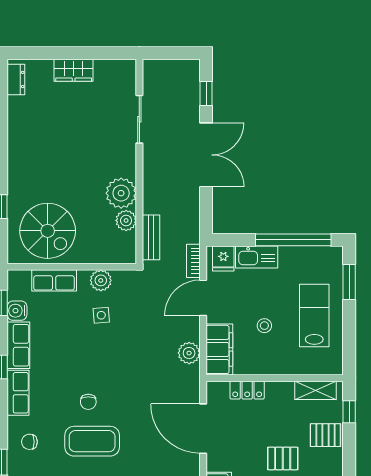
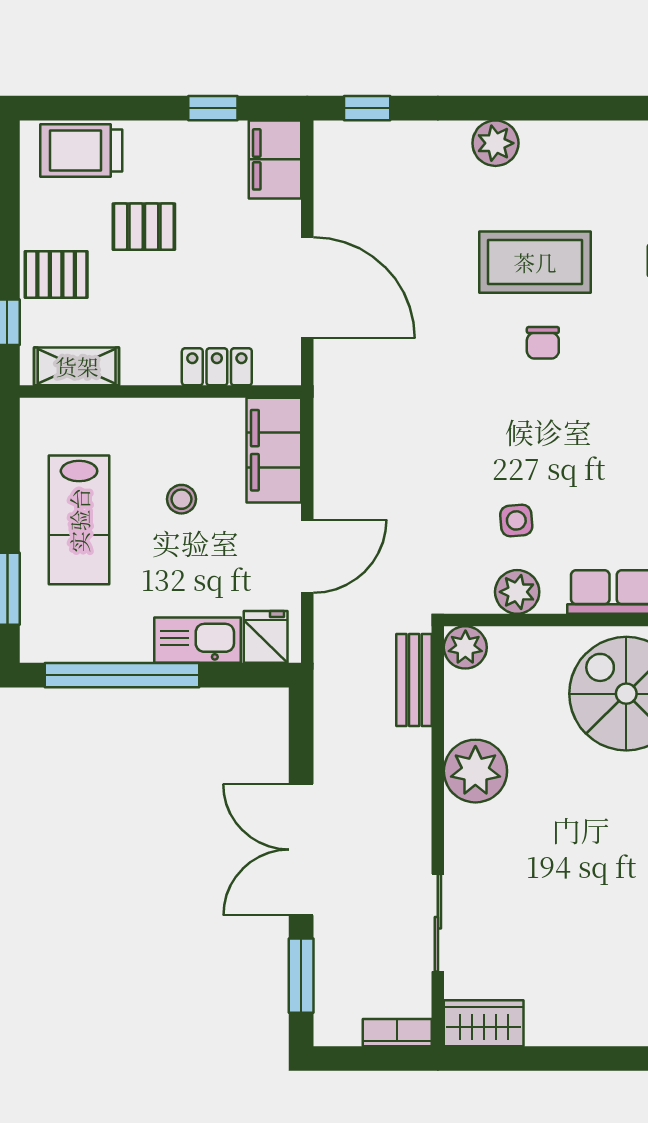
wardrobe: (74, 70) -> (484, 1023), moved
window: (206, 93) -> (301, 976), width x1.50
plant: (126, 220) -> (465, 647), moved
bookcase: (193, 261) -> (397, 1033), moved, turned -90
plant: (189, 353) -> (336, 443), removed
chair: (88, 402) -> (543, 343), turned 180

